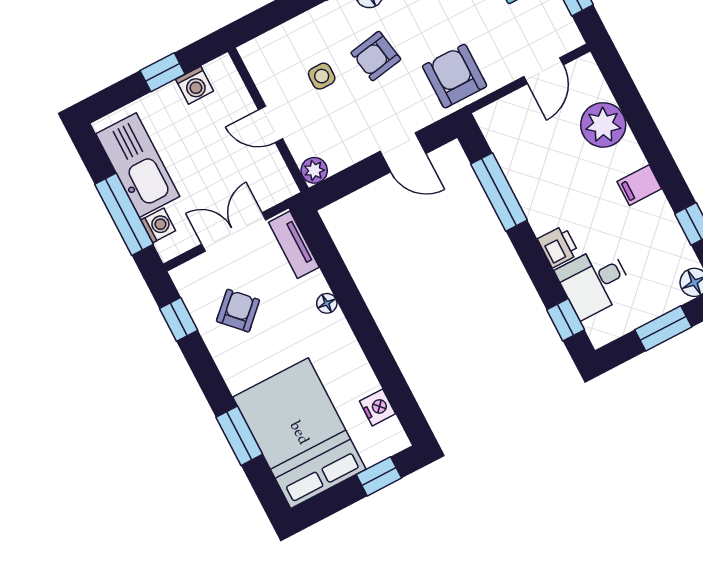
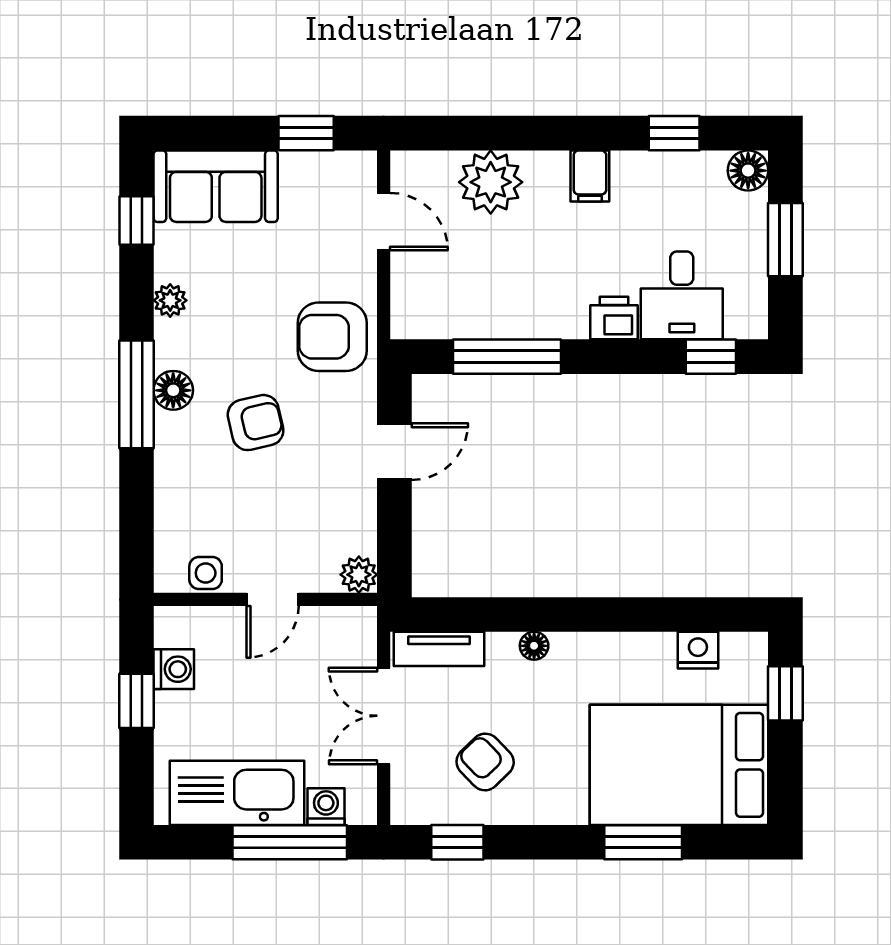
armchair: (376, 56) -> (256, 423), turned -93
side table: (322, 76) -> (206, 573), moved

